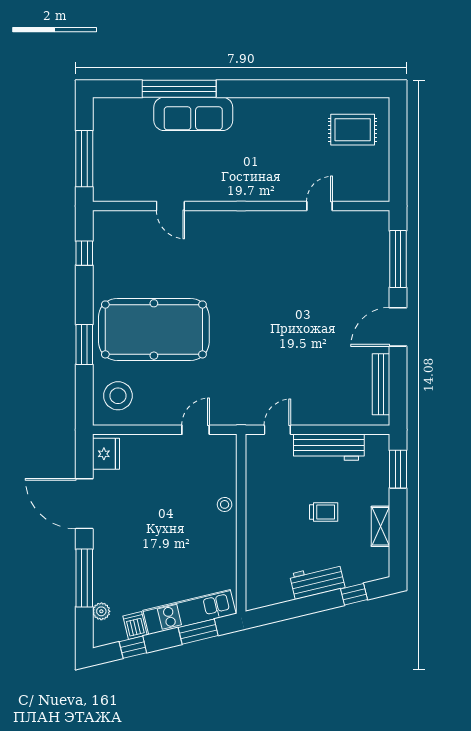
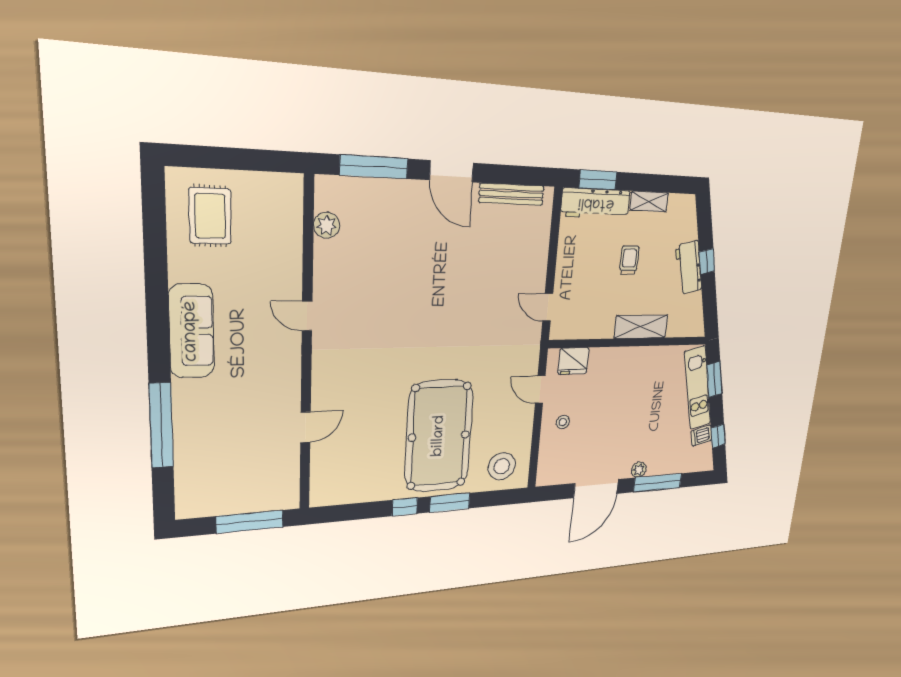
sofa: (193, 114) -> (191, 331), moved
door: (319, 206) -> (307, 316), moved
plant: (348, 221) -> (327, 225), added
window: (84, 253) -> (405, 507), moved
workbench: (329, 447) -> (596, 203), moved, turned 90
fridge: (106, 454) -> (574, 361), moved, turned 180
stool: (225, 504) -> (563, 422), moved
shelving: (257, 534) -> (641, 327), added
window: (354, 594) -> (707, 261), moved
plant: (101, 611) -> (639, 470), moved

